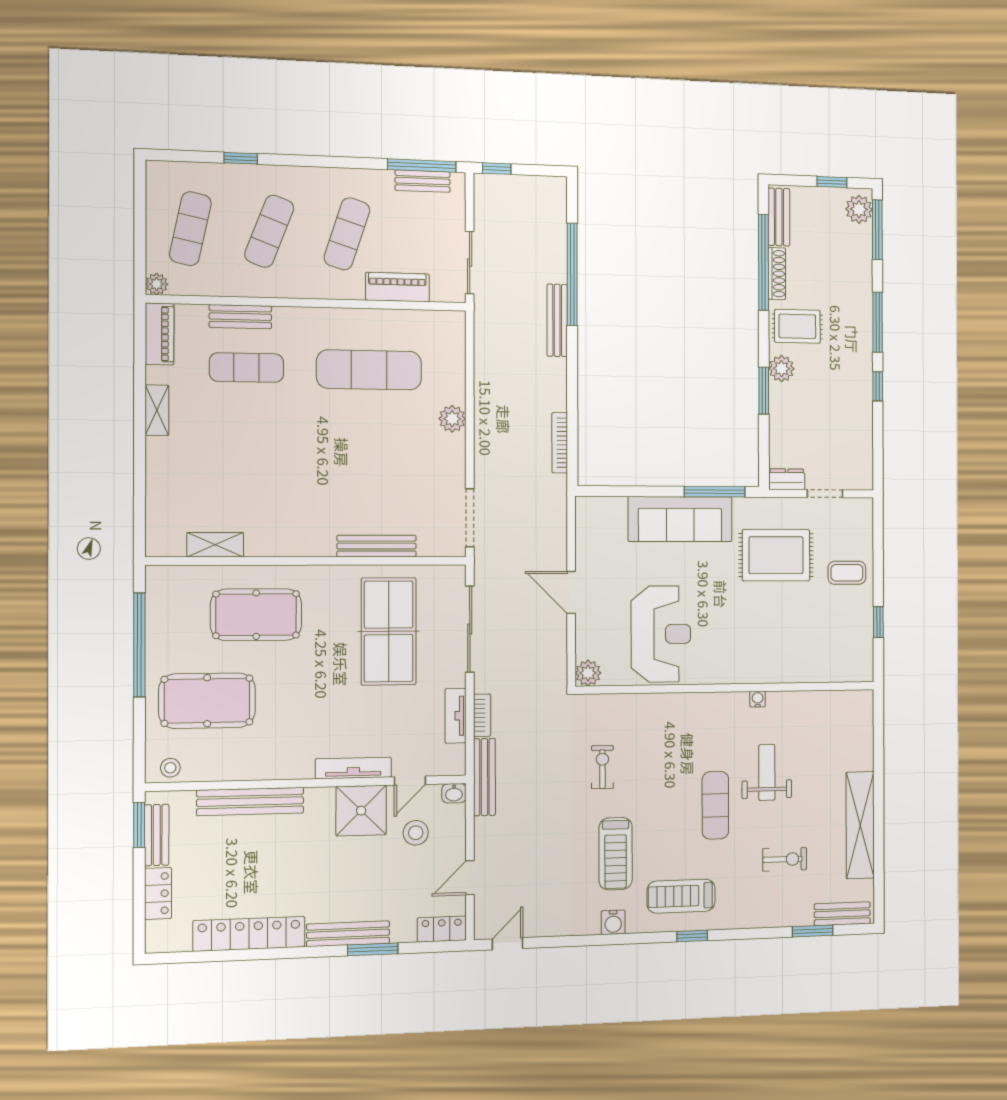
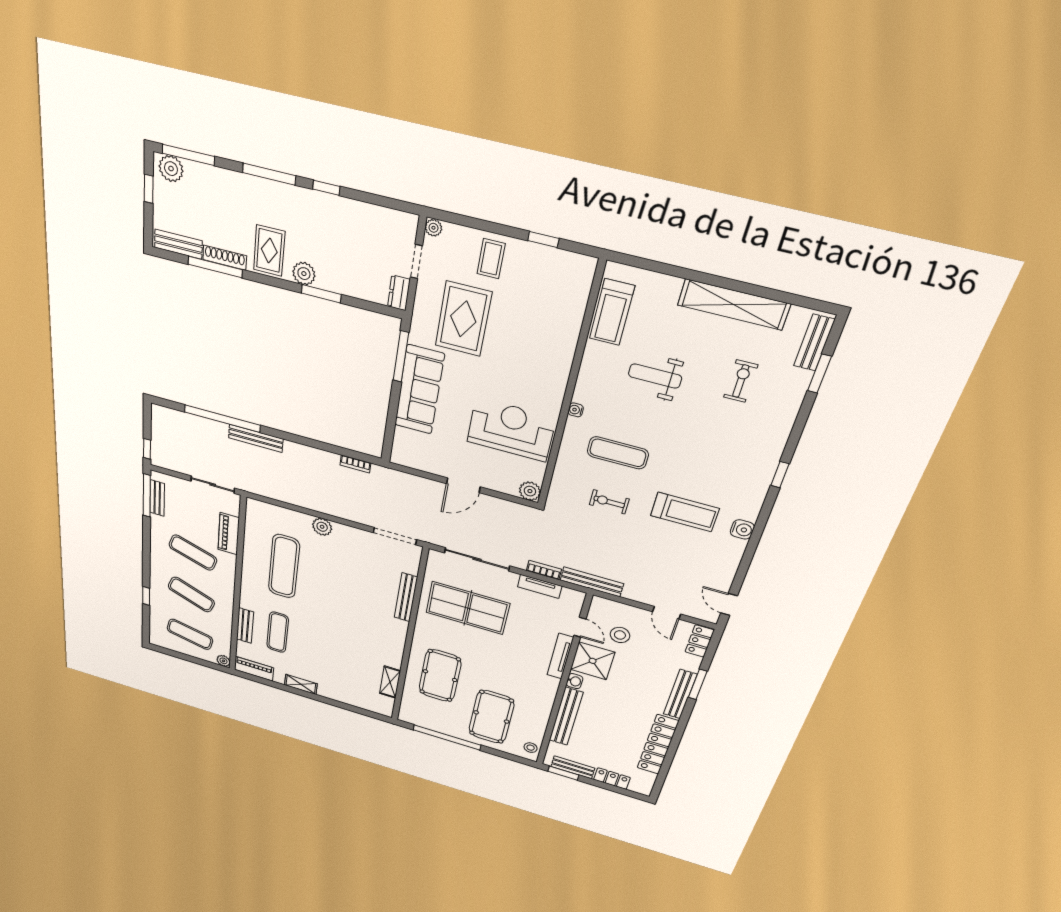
window: (764, 262) -> (215, 267), width x0.68
bookcase: (560, 443) -> (355, 464), width x0.64
plant: (864, 507) -> (433, 228), added
water cooler: (758, 699) -> (576, 410), moved
washbasin: (454, 793) -> (574, 681), moved
exercise mat: (715, 805) -> (618, 453), moved
treadmill: (681, 896) -> (612, 312), moved

